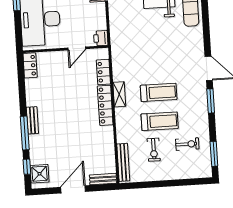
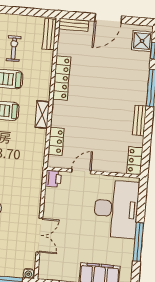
locker: (105, 105) -> (62, 78), moved
bench: (32, 120) -> (139, 121), moved
bench: (123, 162) -> (49, 34), width x0.73

